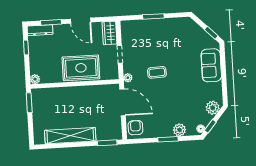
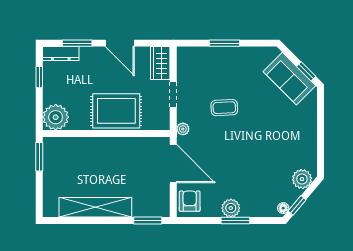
sofa: (211, 65) -> (289, 79), moved, turned -45
coffee table: (157, 72) -> (224, 108), moved
plant: (35, 79) -> (56, 117), width x1.87, depth x1.87
plant: (179, 130) -> (231, 208), moved

